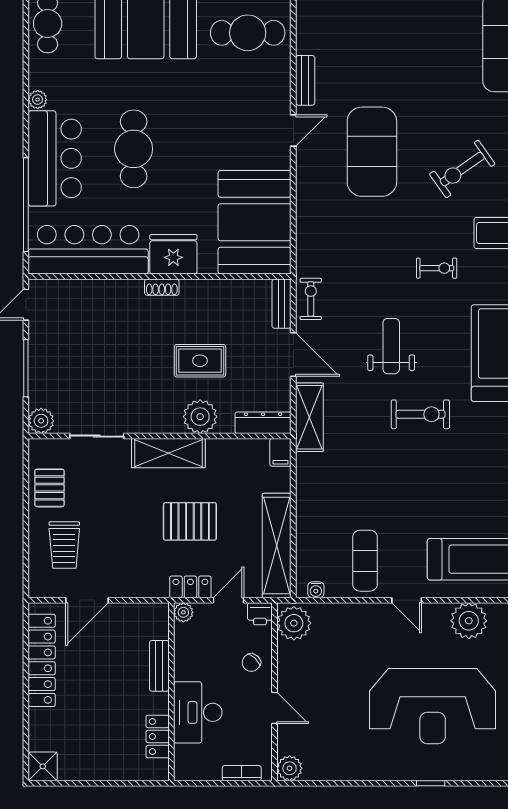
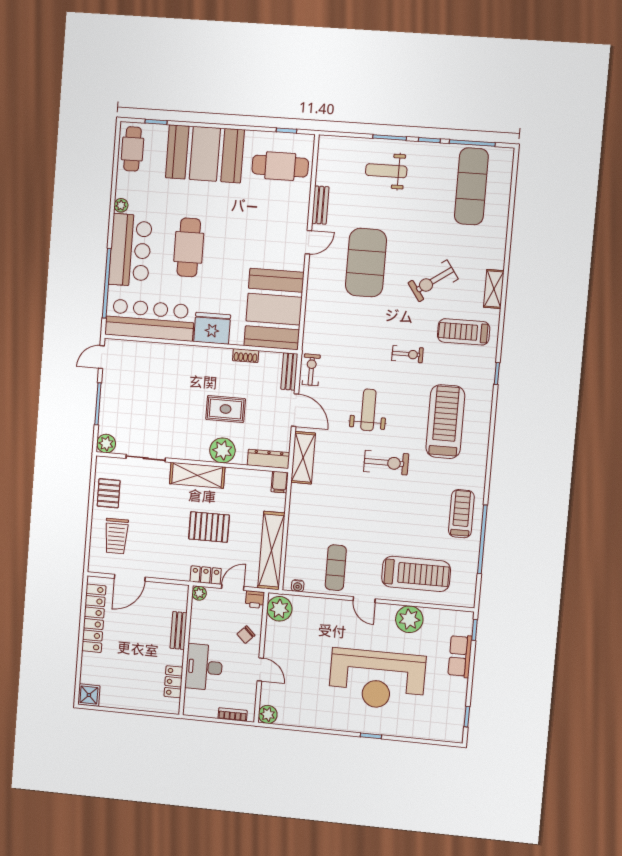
weight bench: (389, 29) -> (386, 171), added
shoe rack: (162, 287) -> (246, 356), moved

